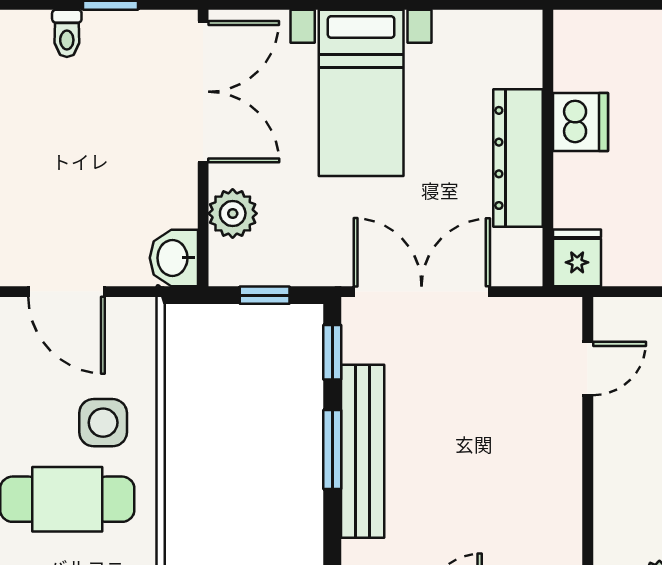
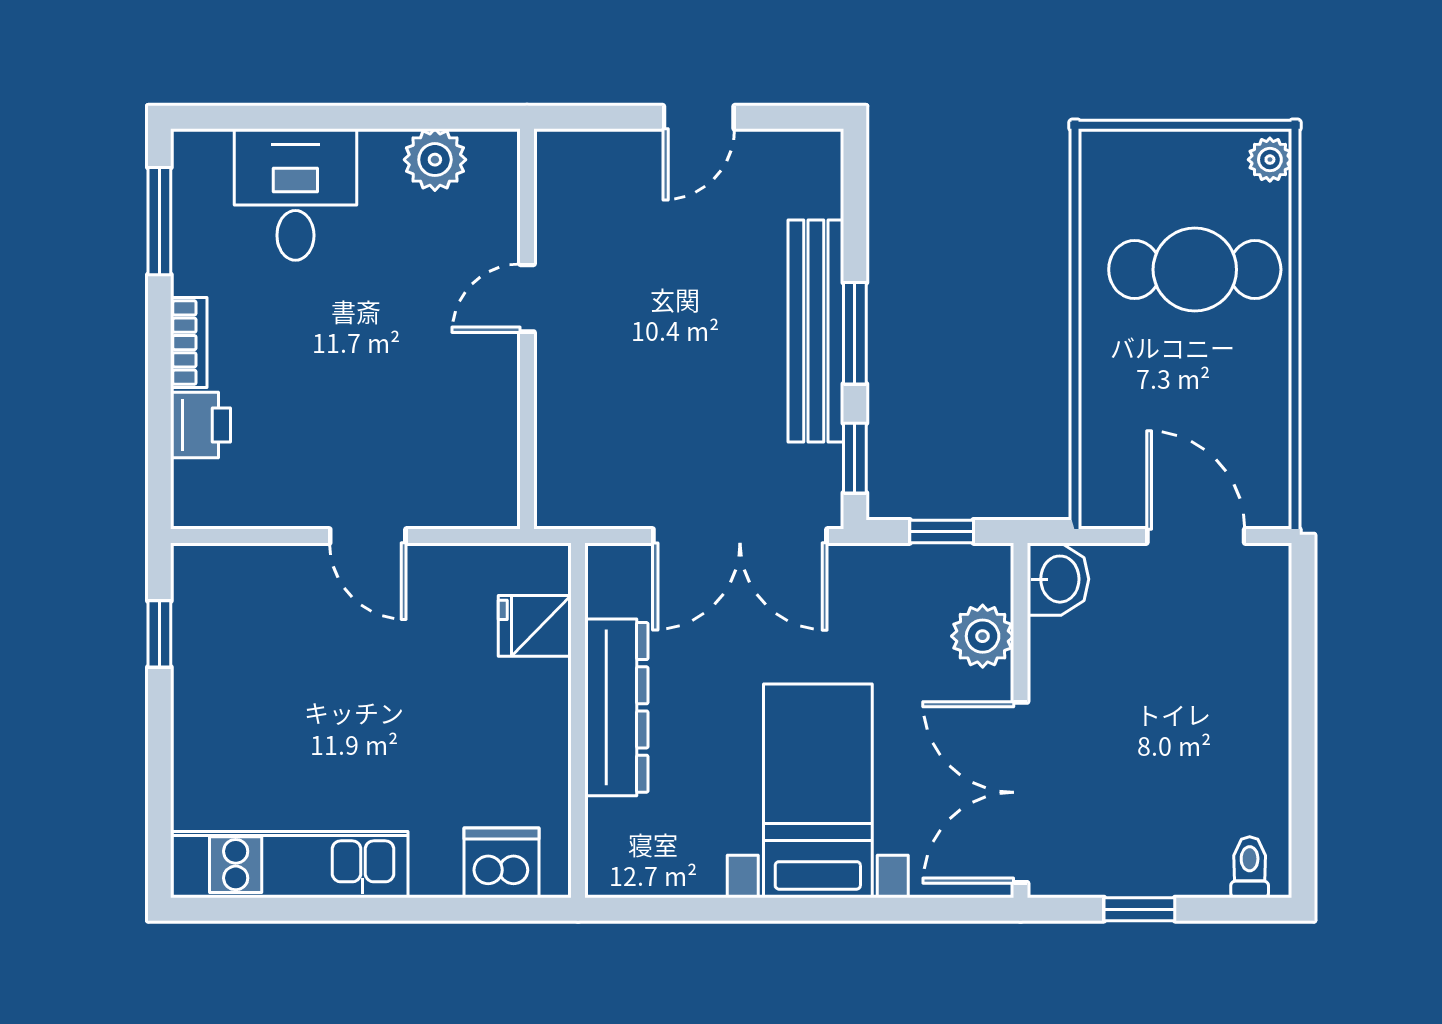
toilet: (67, 33) -> (1250, 867), moved
dishwasher: (581, 122) -> (502, 863), moved, turned 90
fridge: (577, 258) -> (535, 626), moved, turned 90
door: (588, 368) -> (527, 298), moved
side table: (103, 423) -> (1149, 368), removed

